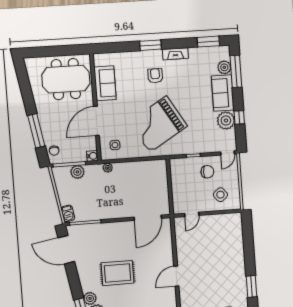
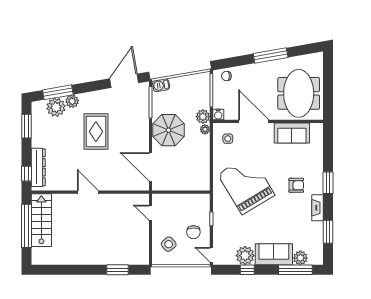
window: (208, 42) -> (328, 232), moved
window: (36, 131) -> (271, 55), moved
plant: (77, 172) -> (203, 117), moved
parasol: (111, 203) -> (169, 130), added
window: (251, 286) -> (118, 270), moved

